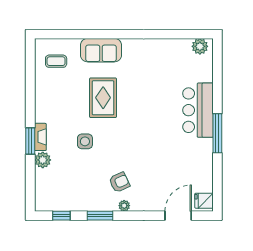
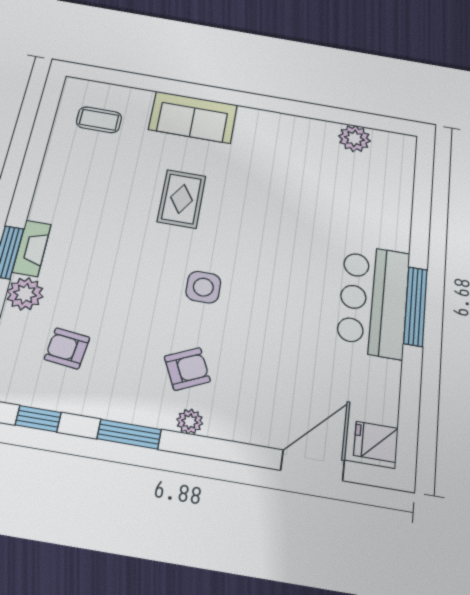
plant: (200, 46) -> (354, 138), moved
rug: (103, 98) -> (182, 199), width x0.73, depth x0.70
bar counter: (198, 110) -> (374, 300), moved
side table: (85, 141) -> (203, 287), moved
armchair: (66, 182) -> (67, 348), added

